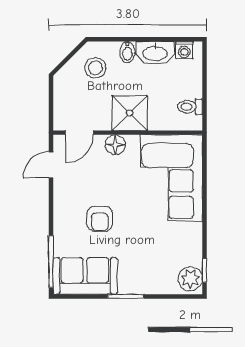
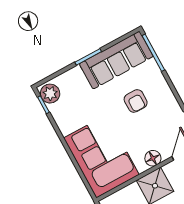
armchair: (100, 219) -> (136, 101), turned 180
sofa: (85, 276) -> (116, 60), width x1.36

